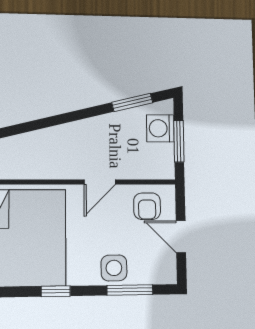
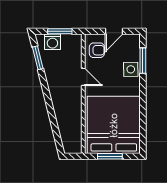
window: (56, 291) -> (143, 102), removed

